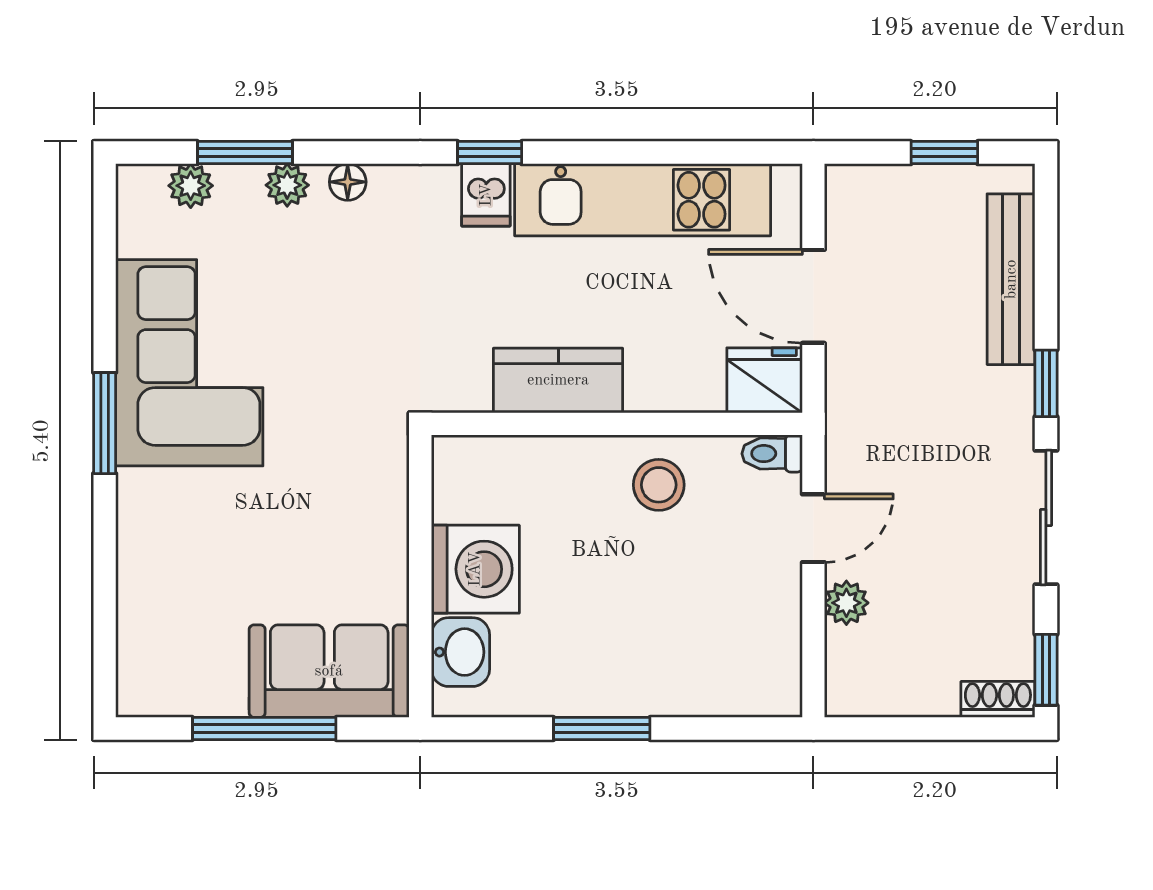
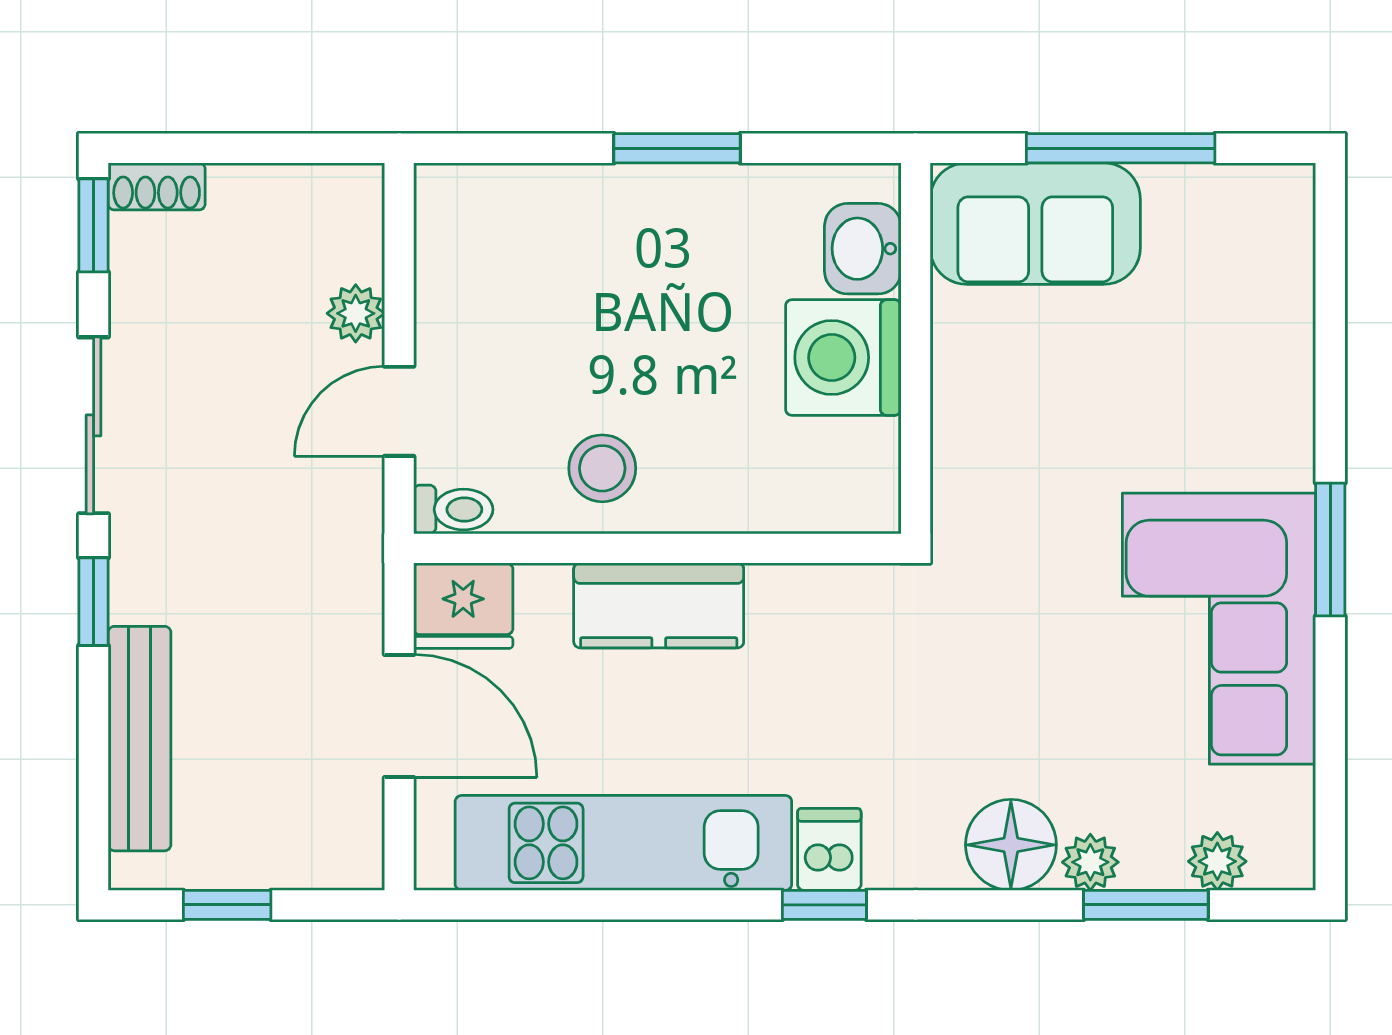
floor lamp: (348, 182) -> (1011, 845), width x1.89, depth x1.89
kitchen counter: (558, 380) -> (659, 605), moved

